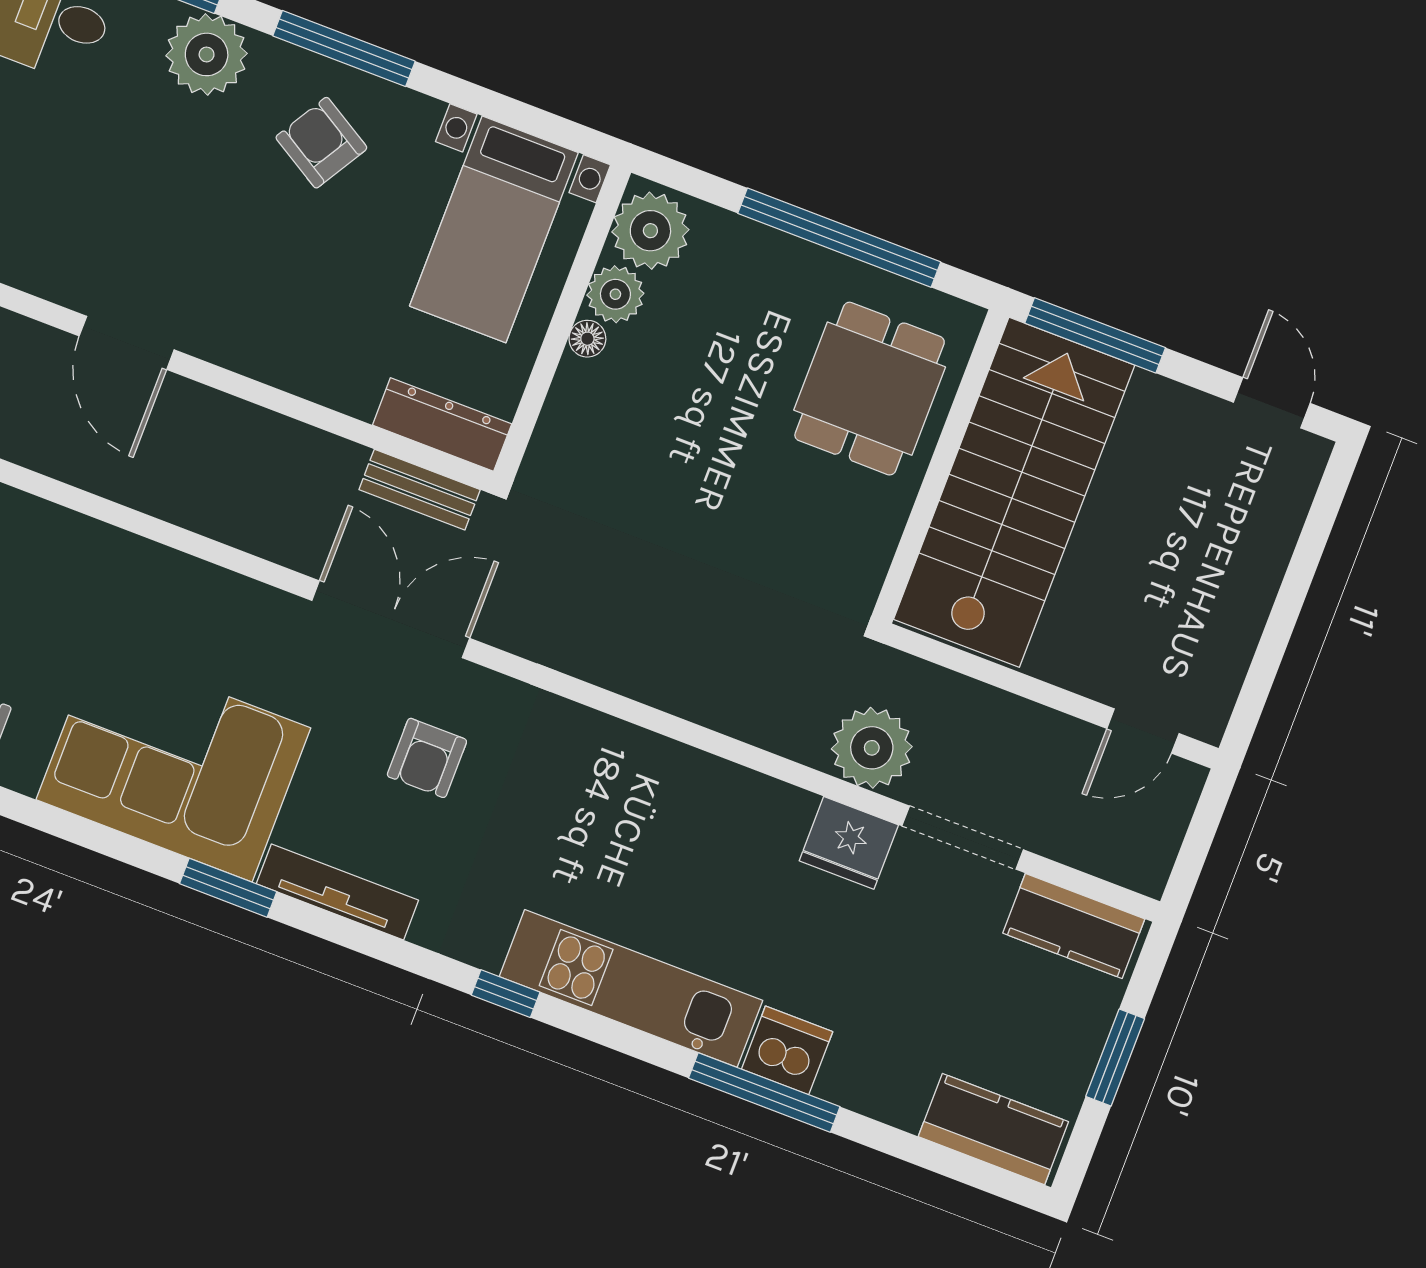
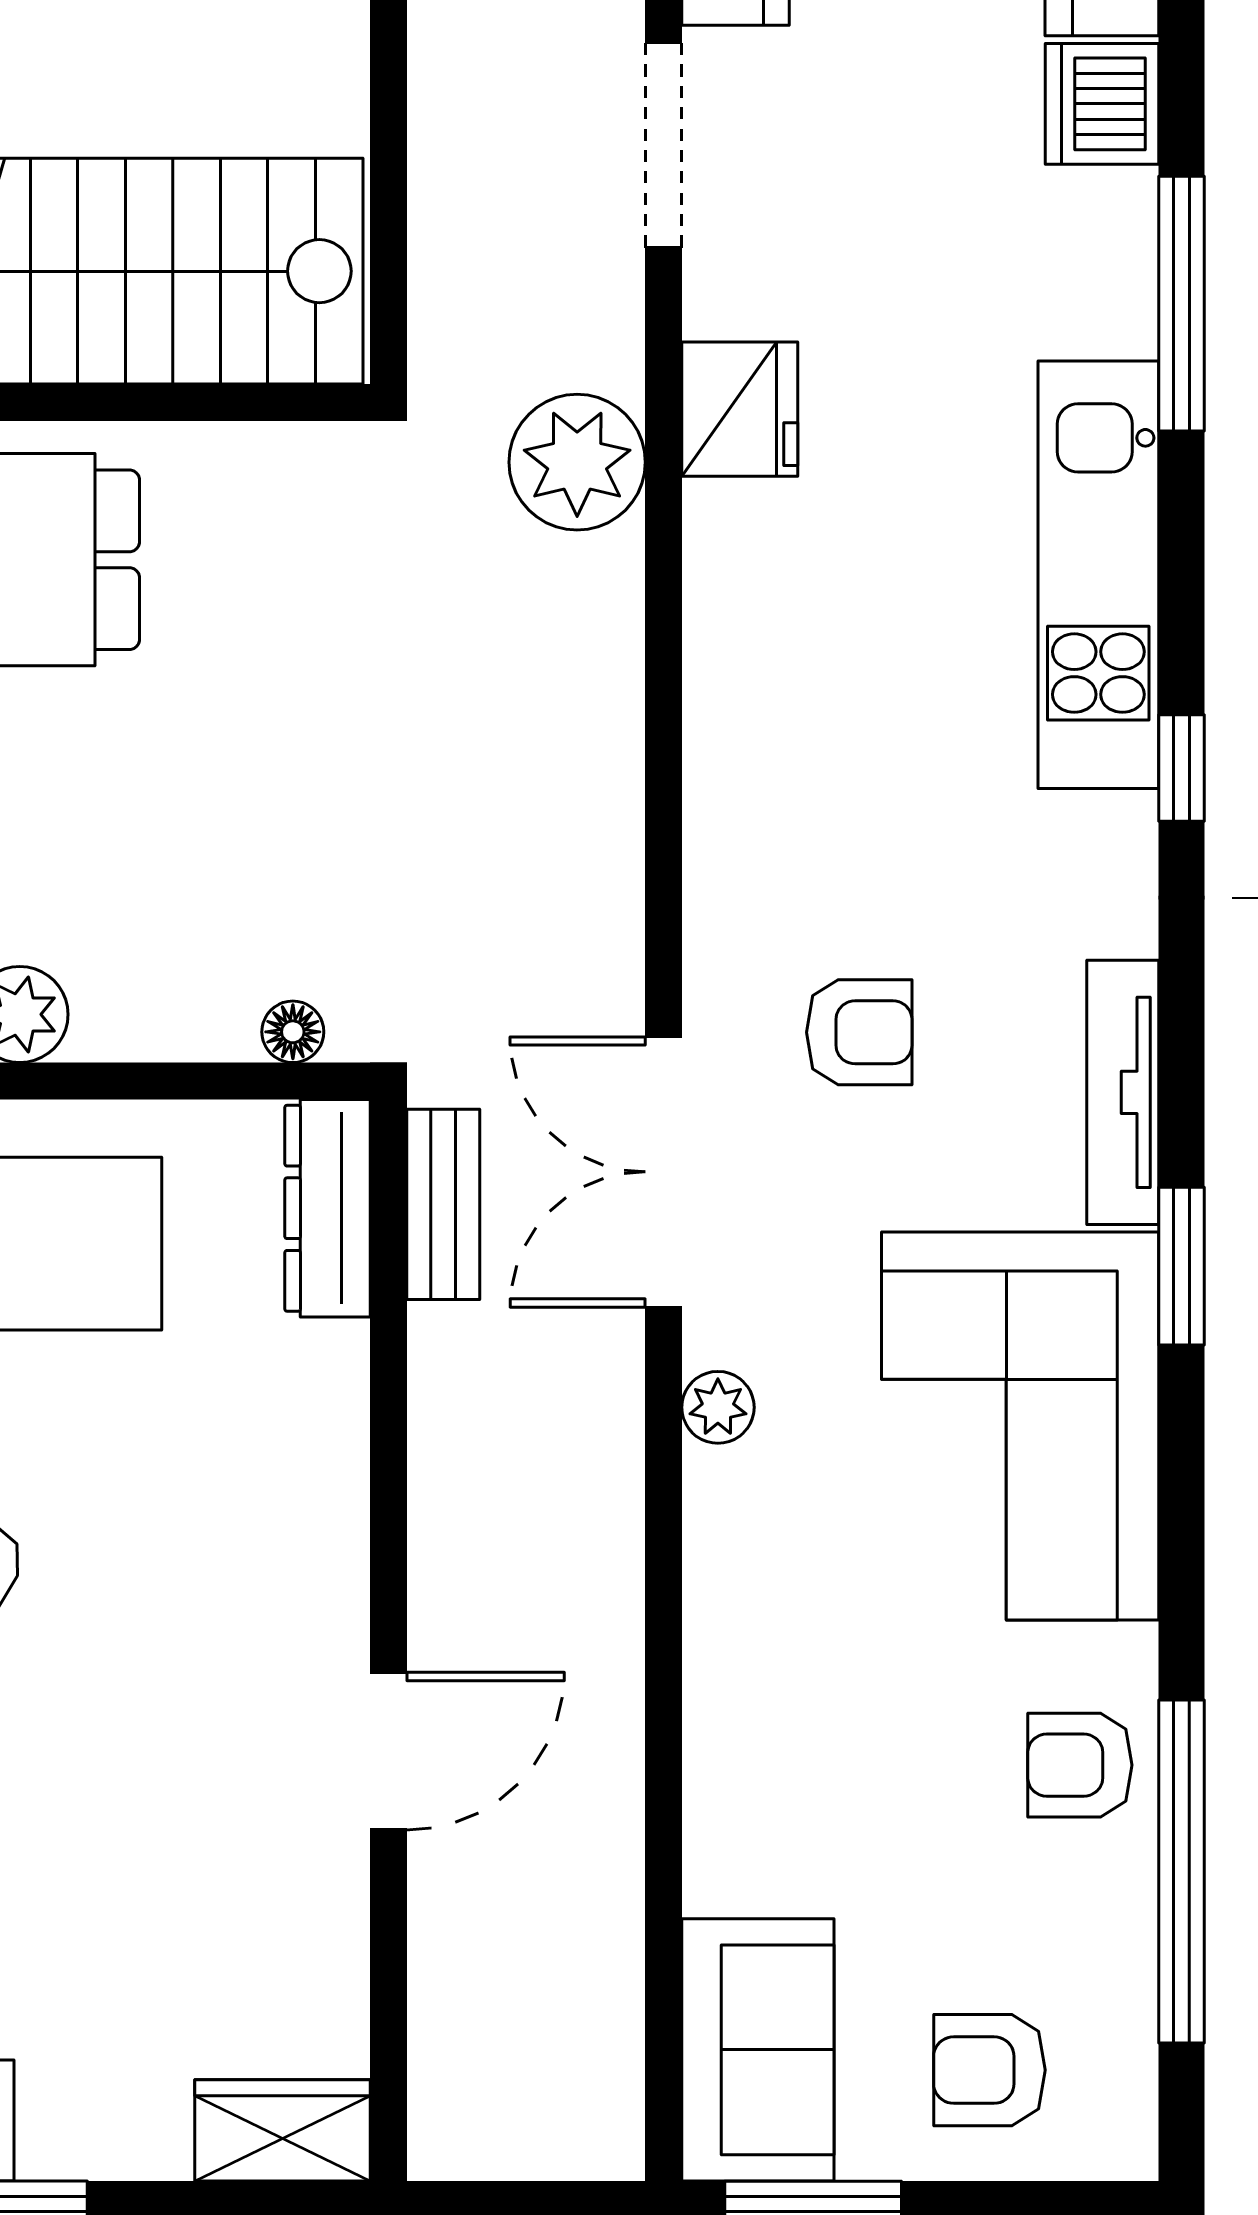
floor lamp: (587, 339) -> (293, 1032), moved
plant: (248, 600) -> (718, 1407), added
plant: (872, 748) -> (577, 462), moved
fridge: (849, 843) -> (740, 409), moved
dishwasher: (787, 1050) -> (1102, 104), moved

